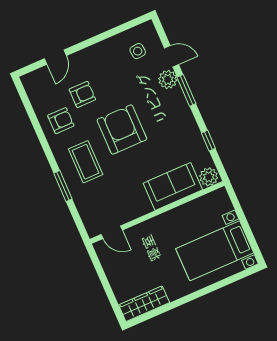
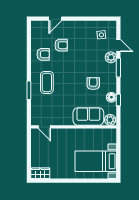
armchair: (122, 129) -> (93, 84), moved, width x0.53, depth x0.53
floor lamp: (196, 141) -> (111, 97), added
wardrobe: (144, 304) -> (40, 173), width x0.67

